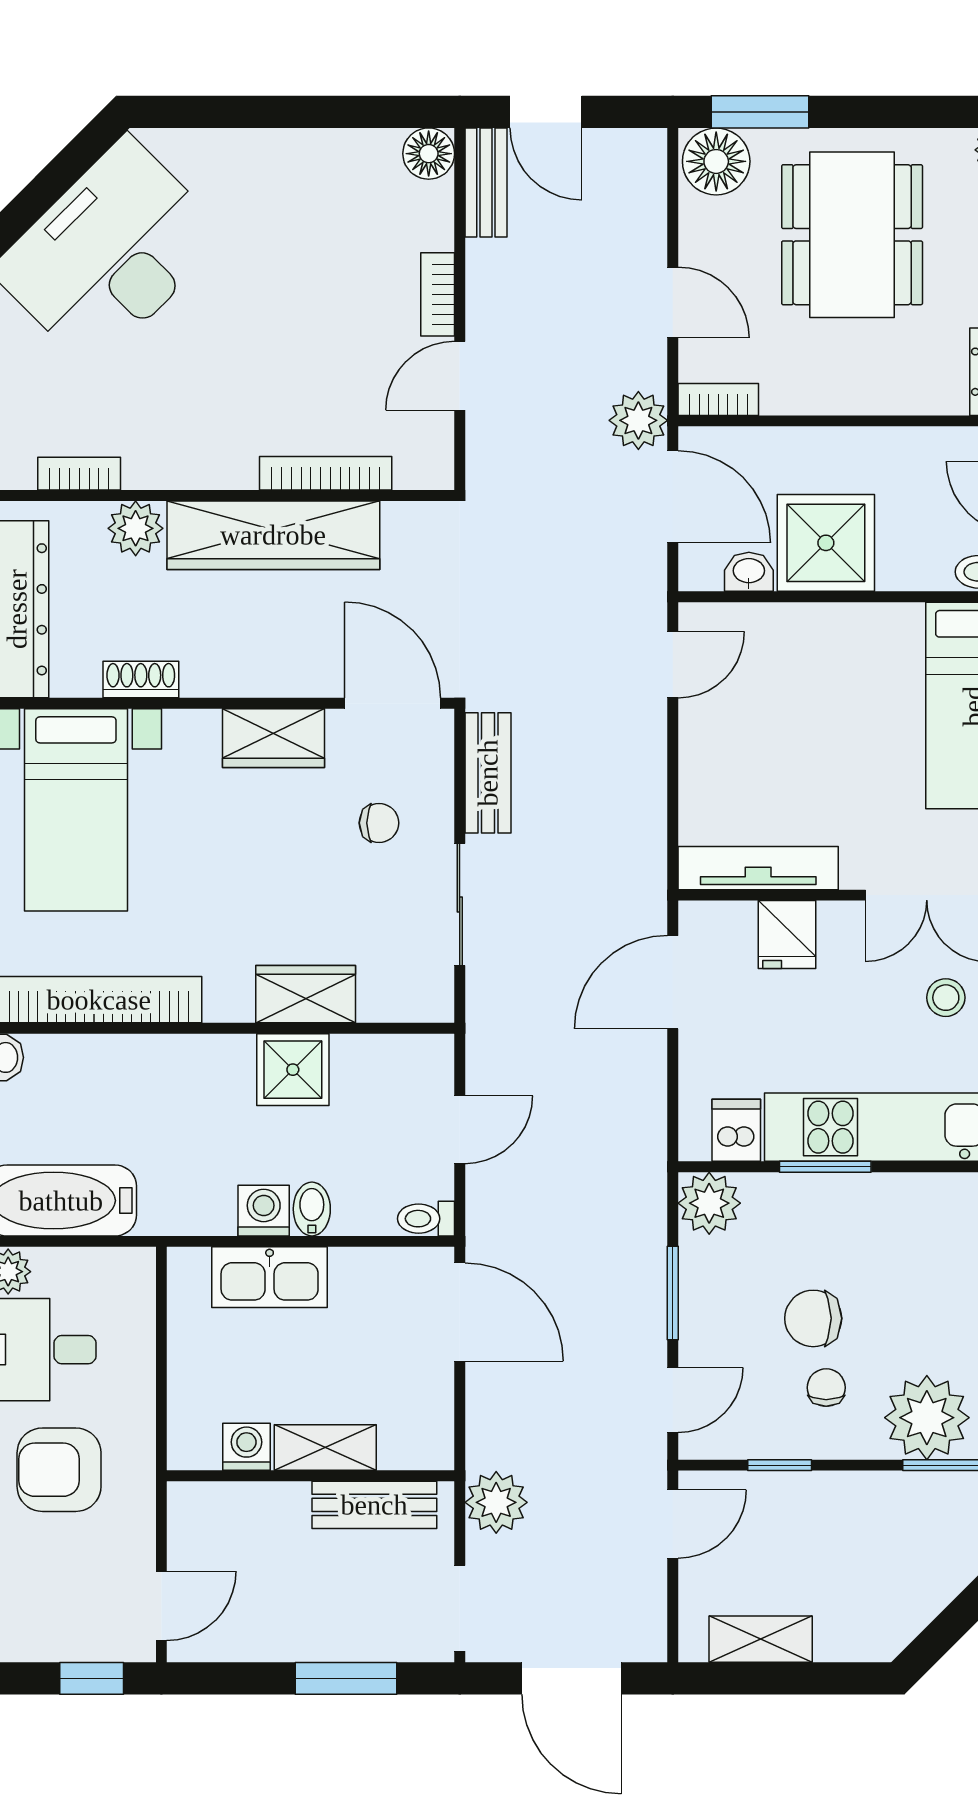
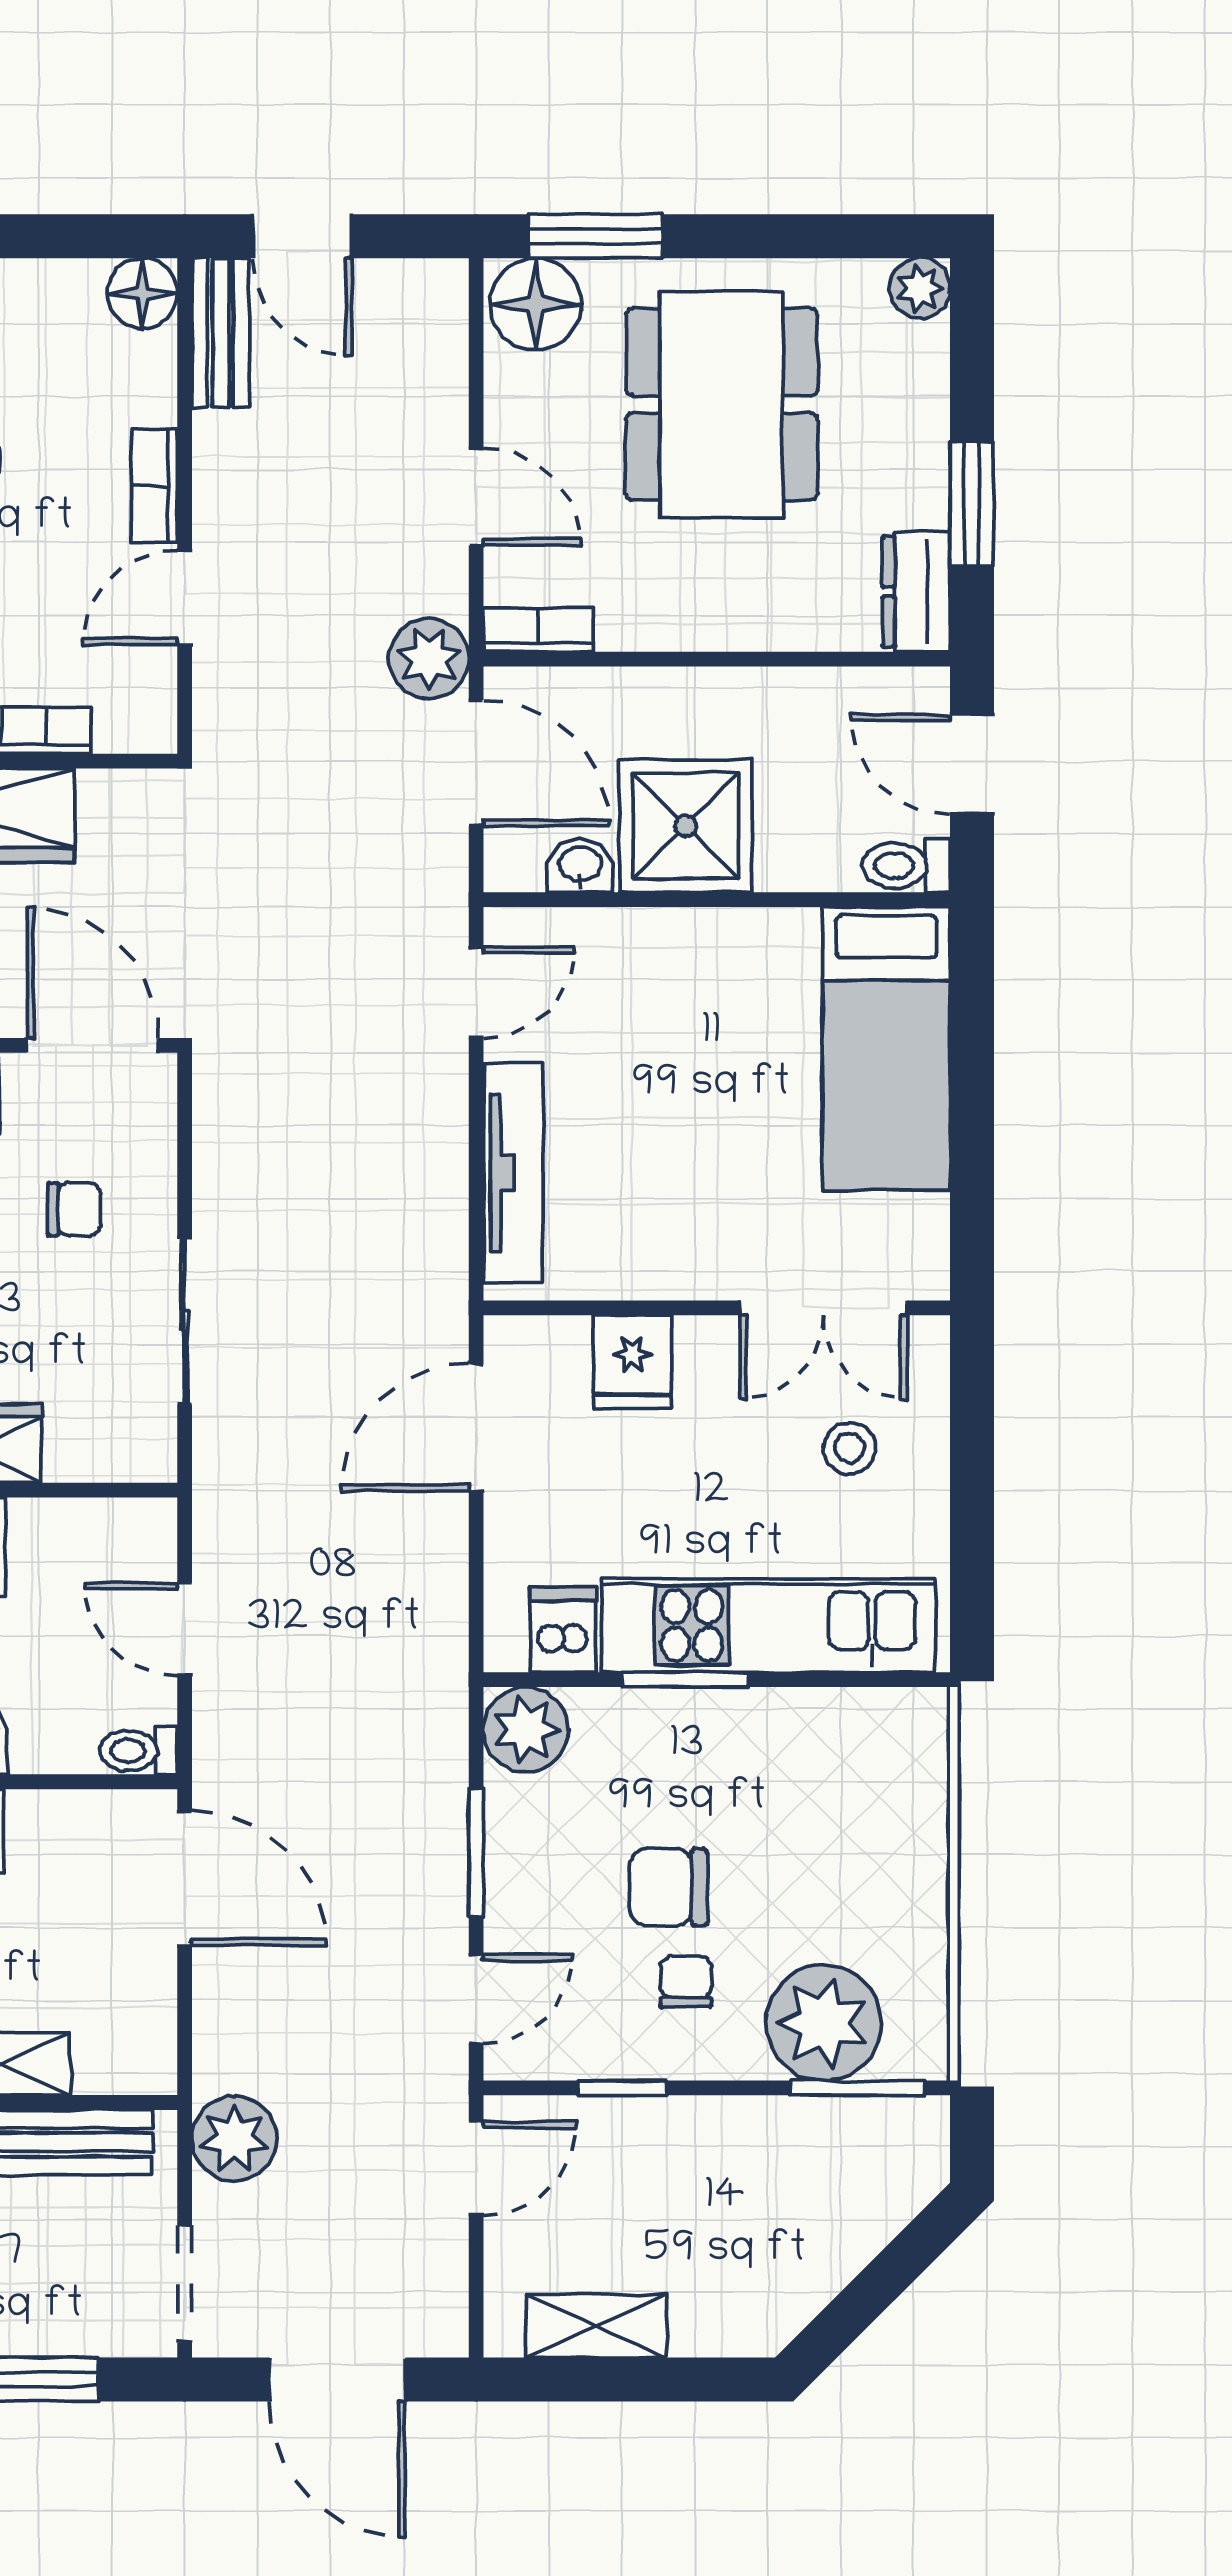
bench: (488, 773) -> (223, 1141), removed
tv unit: (758, 868) -> (513, 1173), moved, turned 90
door: (460, 1130) -> (185, 1629), swing flipped

